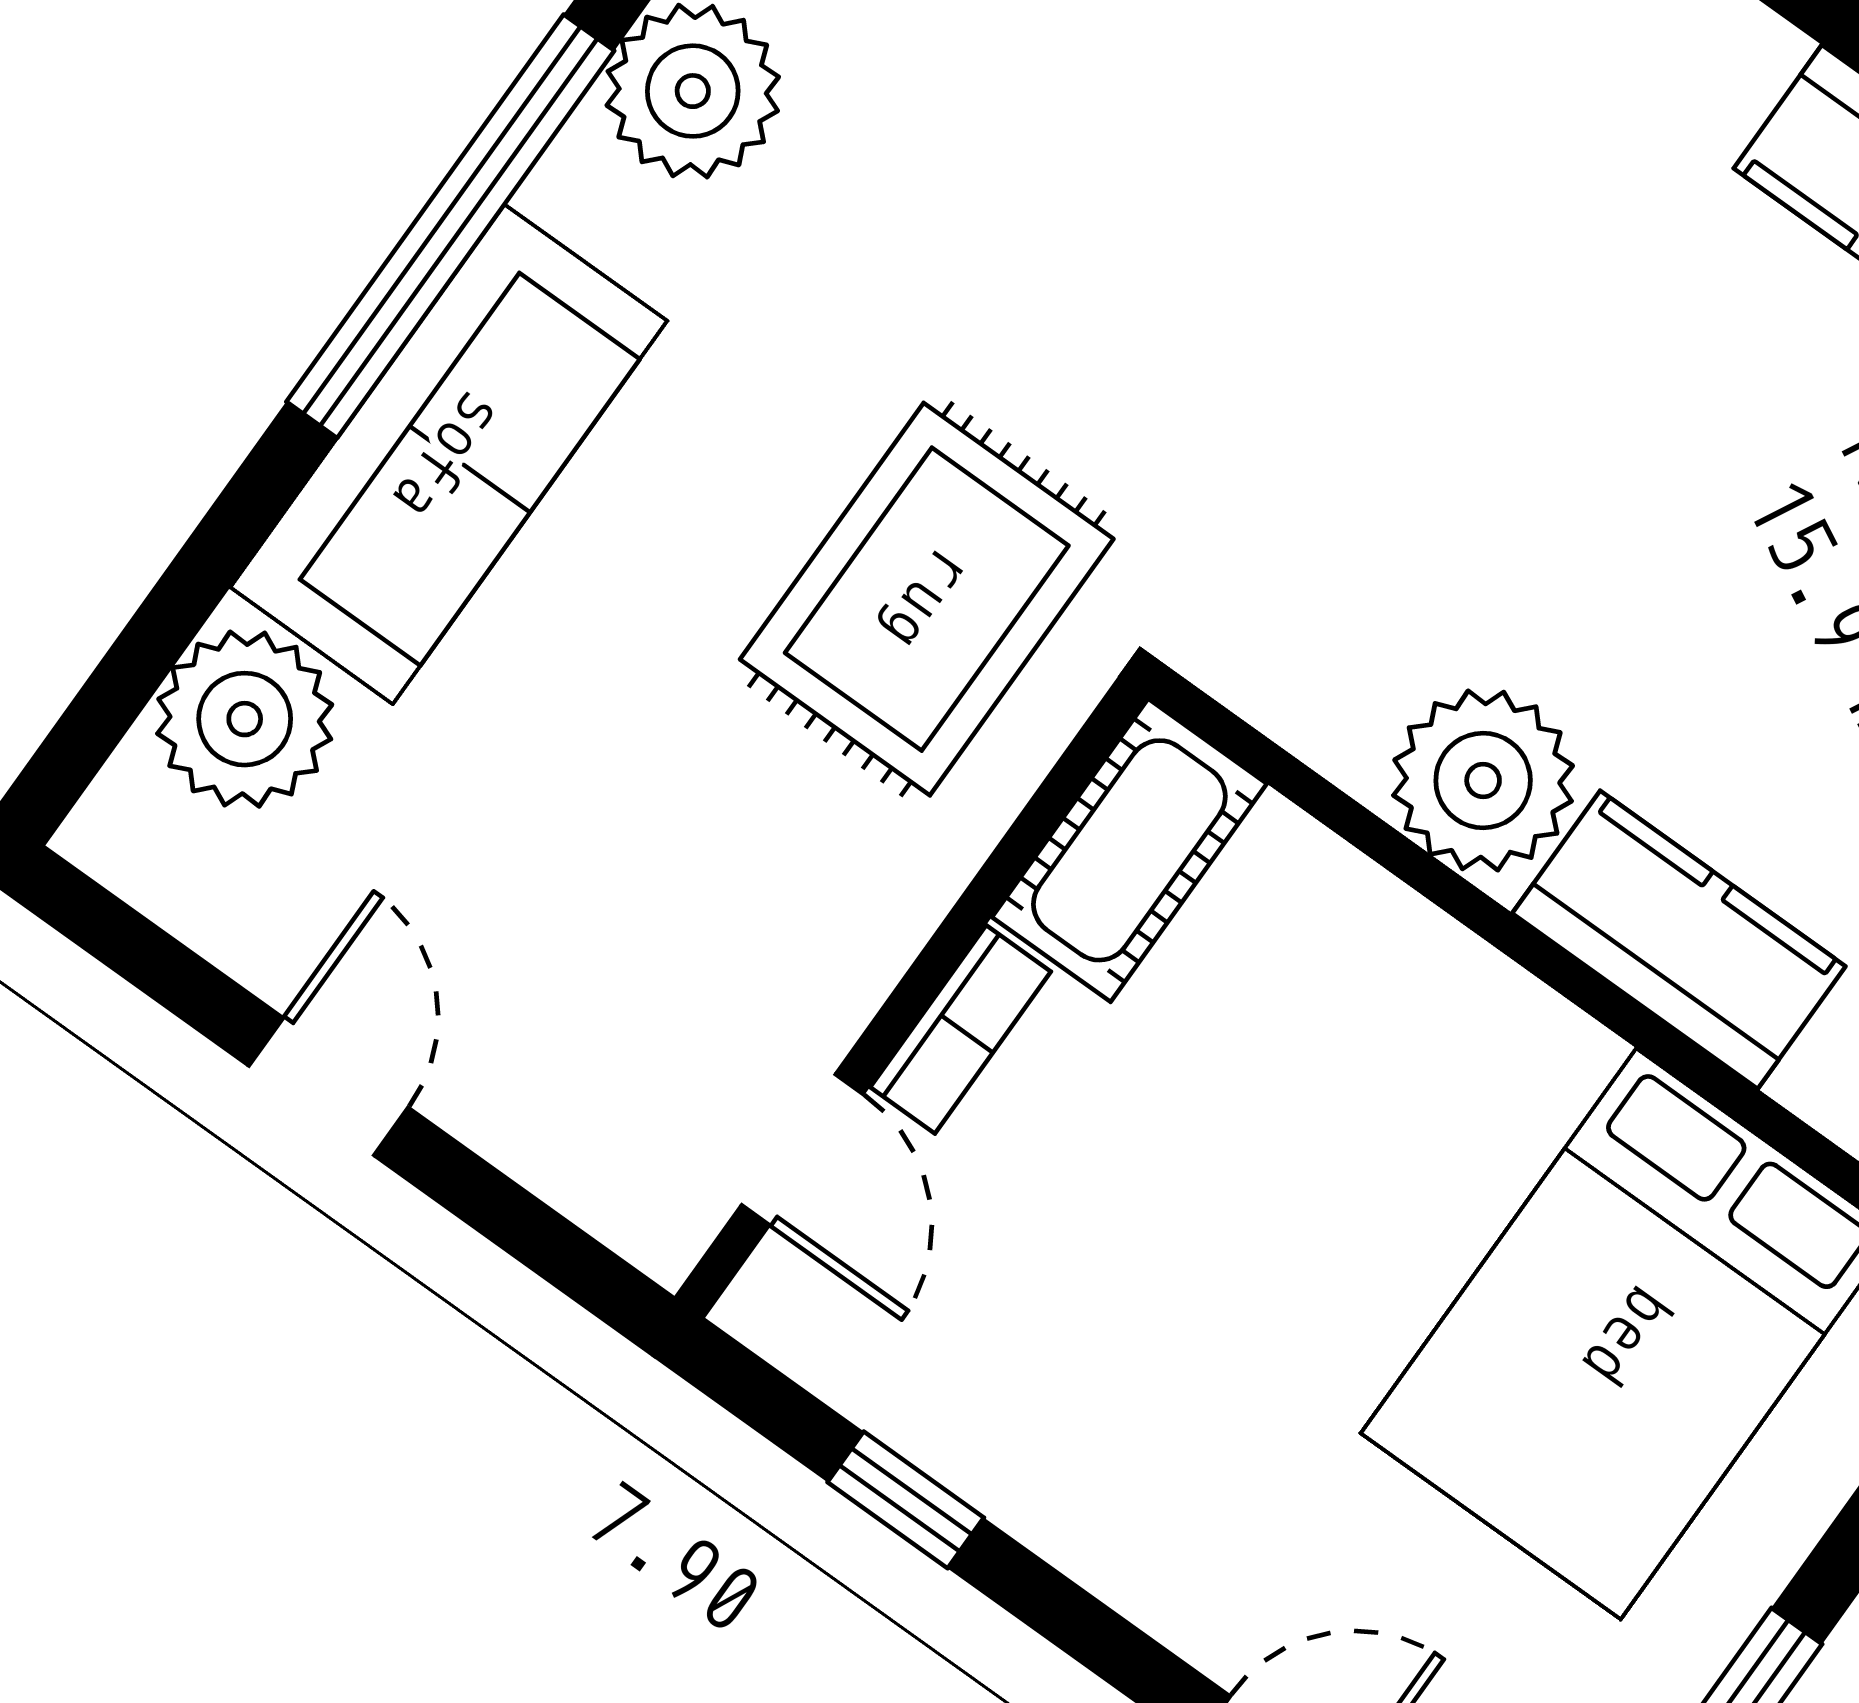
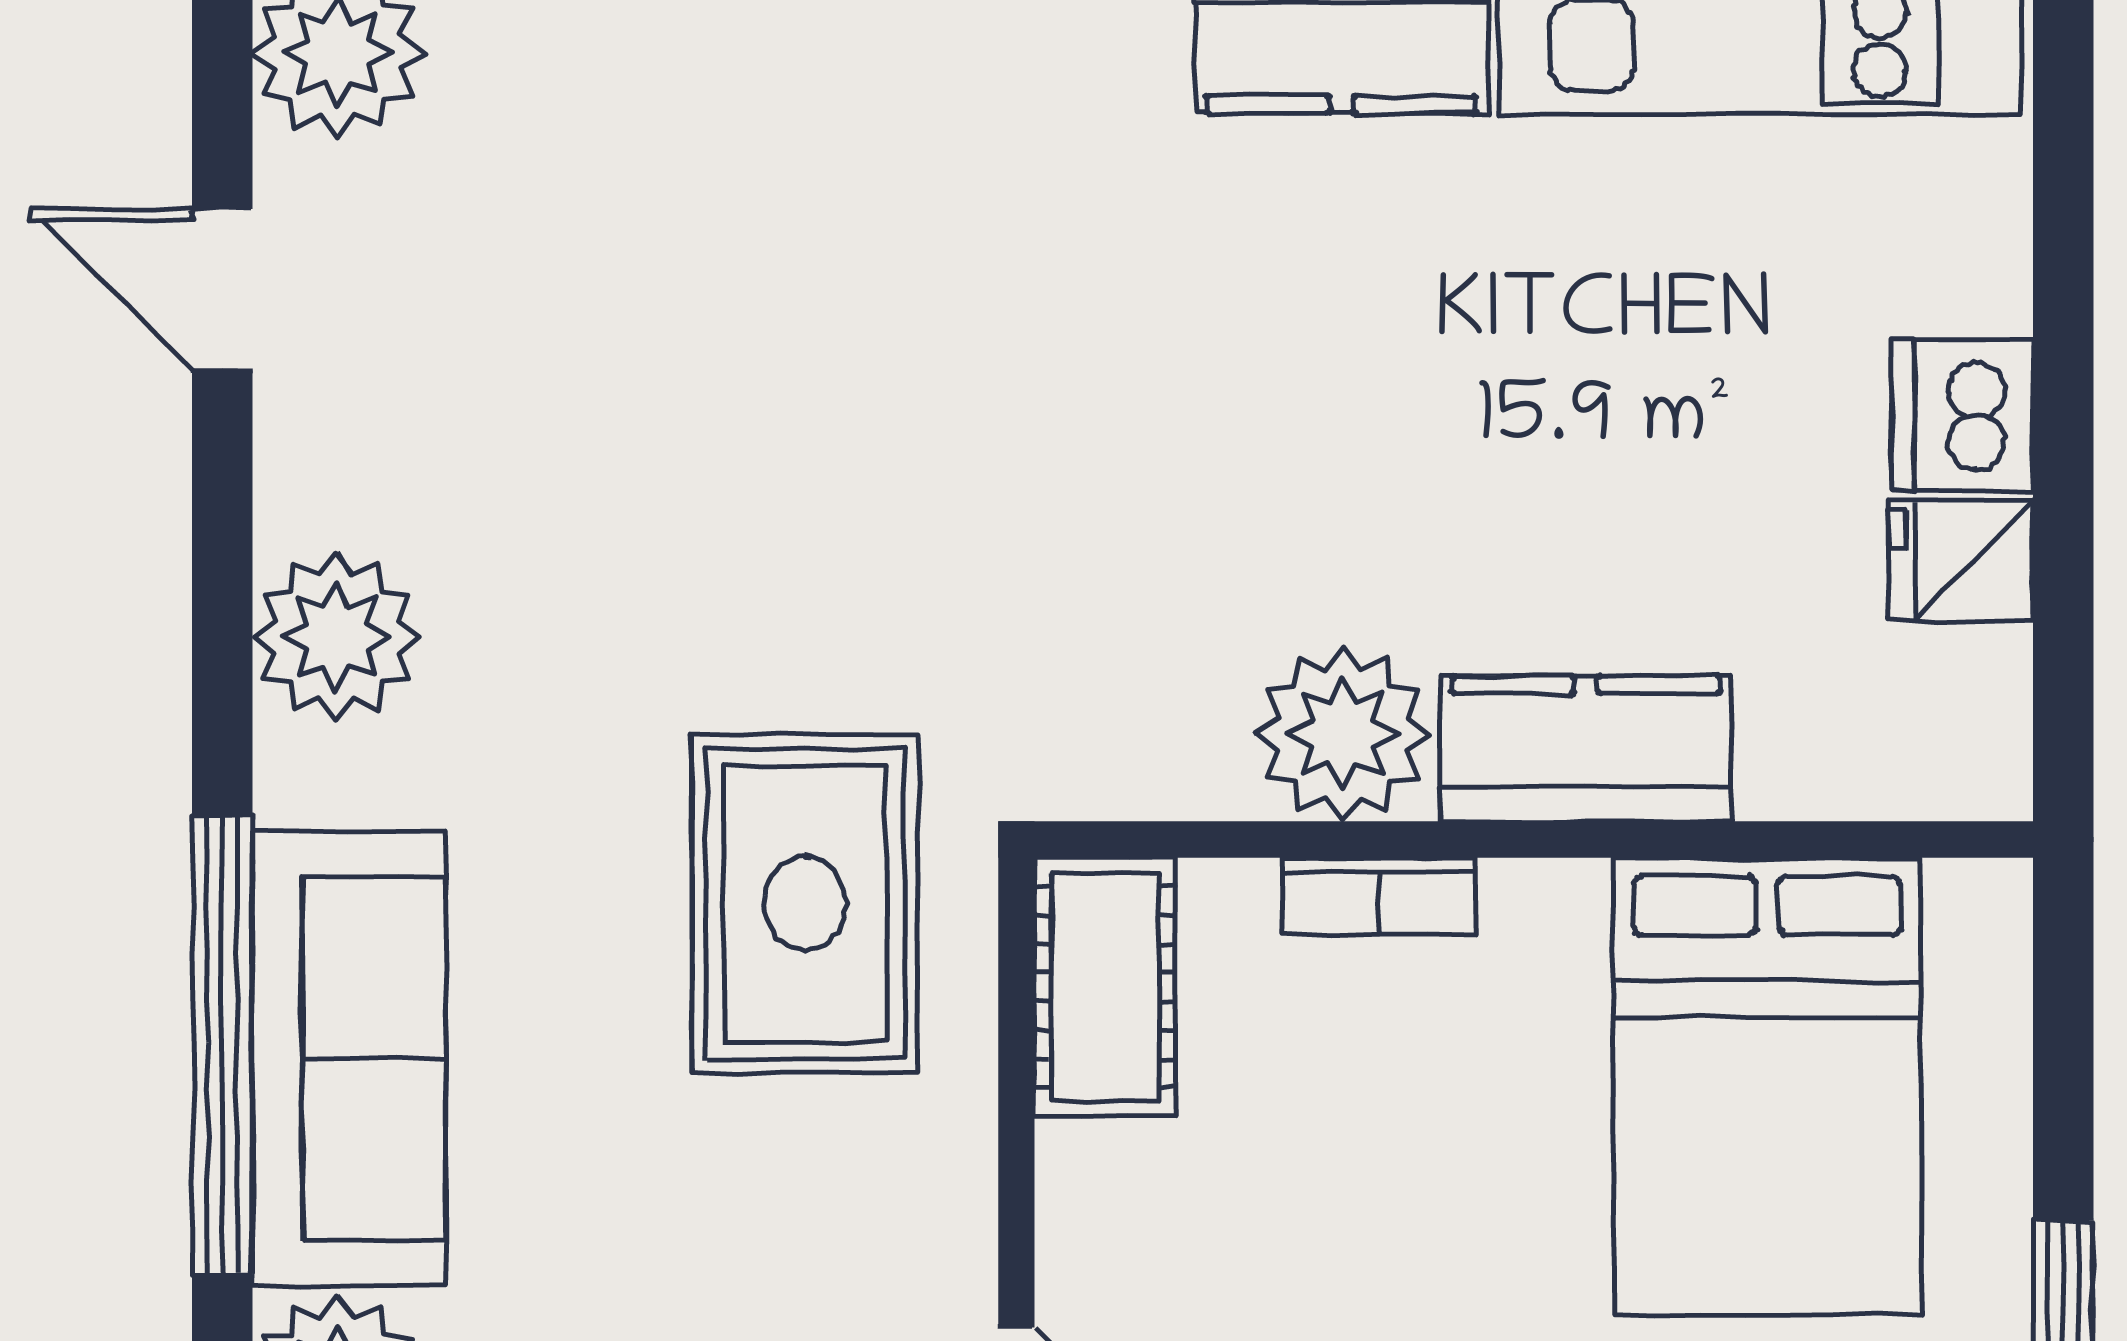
window: (450, 226) -> (222, 1045), moved
bookcase: (960, 1029) -> (1379, 896), moved, turned 90

